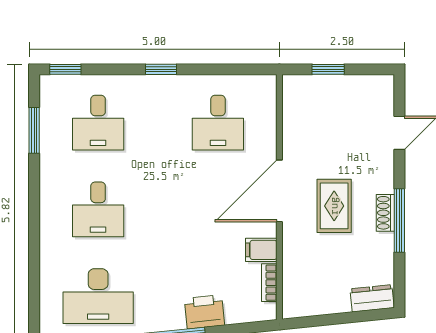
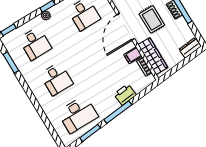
plant: (148, 84) -> (46, 16), added
wardrobe: (296, 273) -> (153, 56), added

